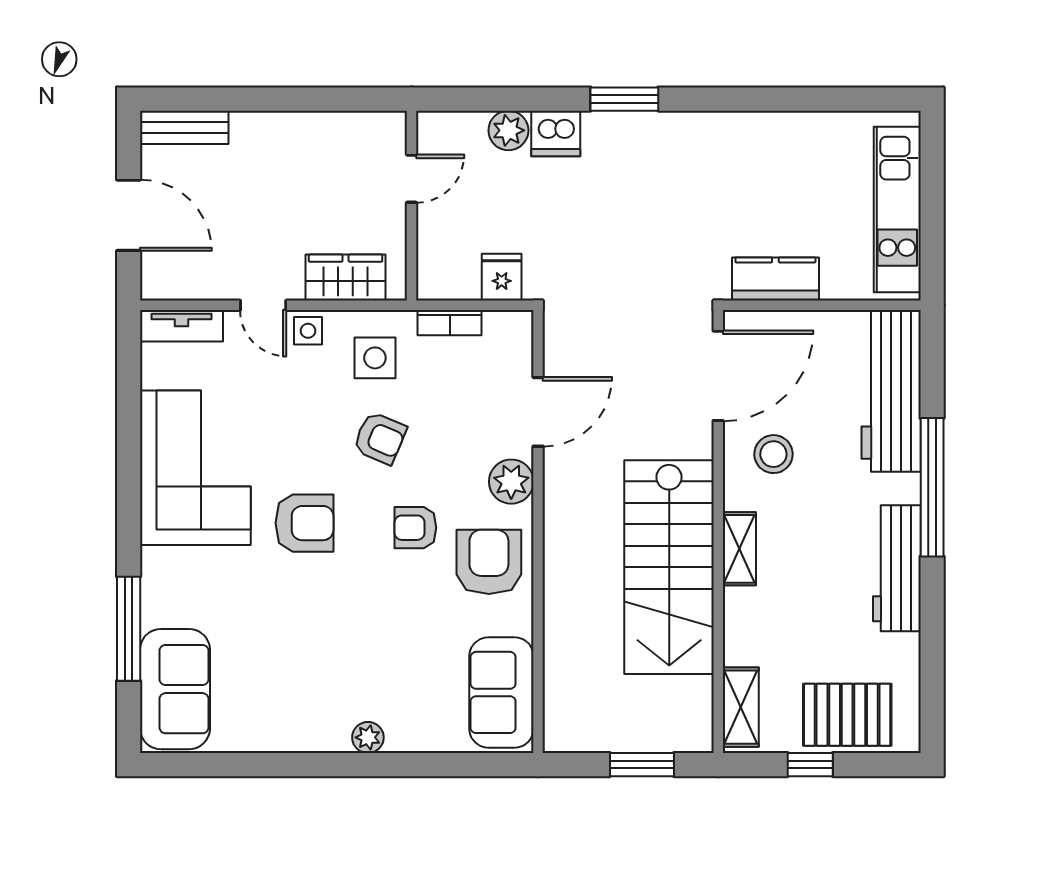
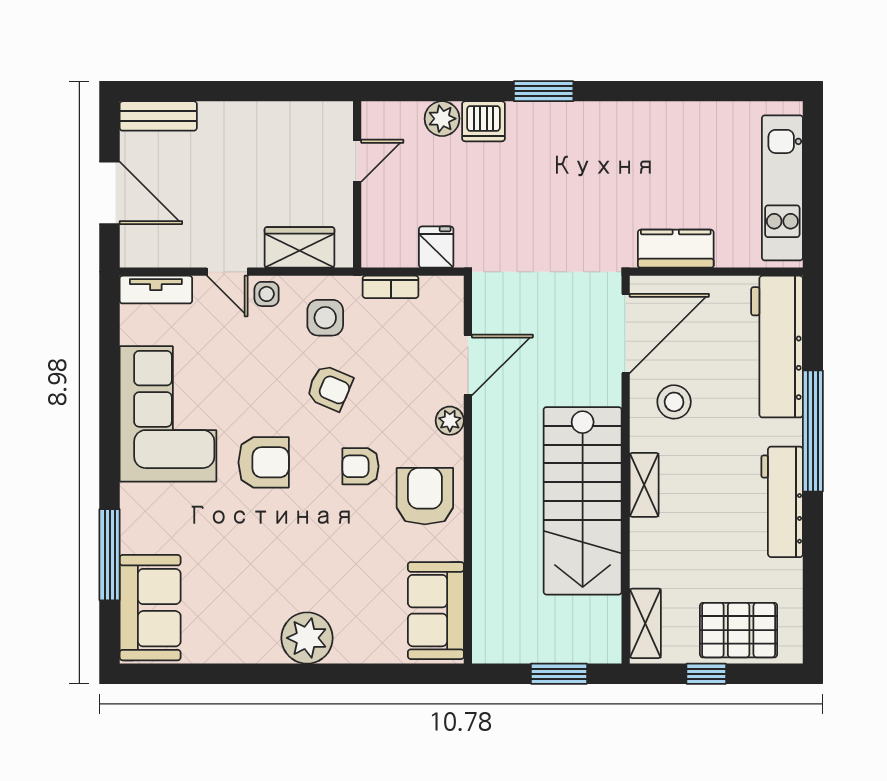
plant: (511, 482) -> (450, 421), width x0.73, depth x0.73
plant: (368, 737) -> (307, 638), width x1.88, depth x1.88

